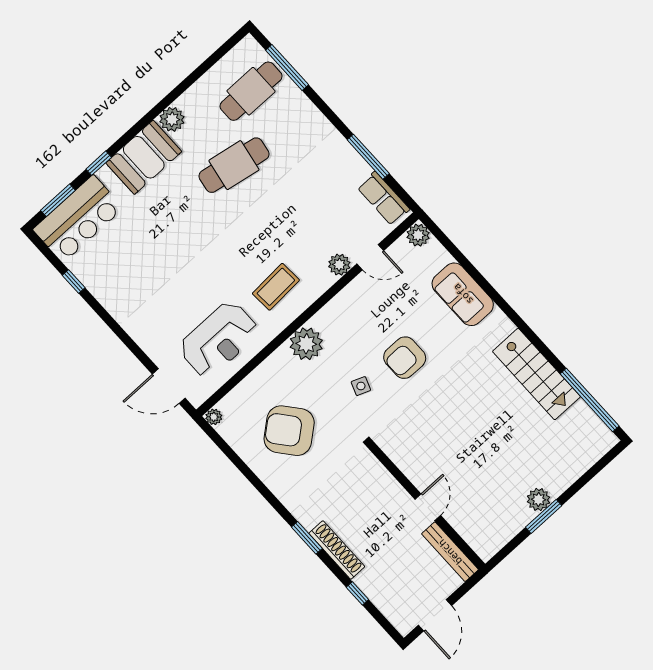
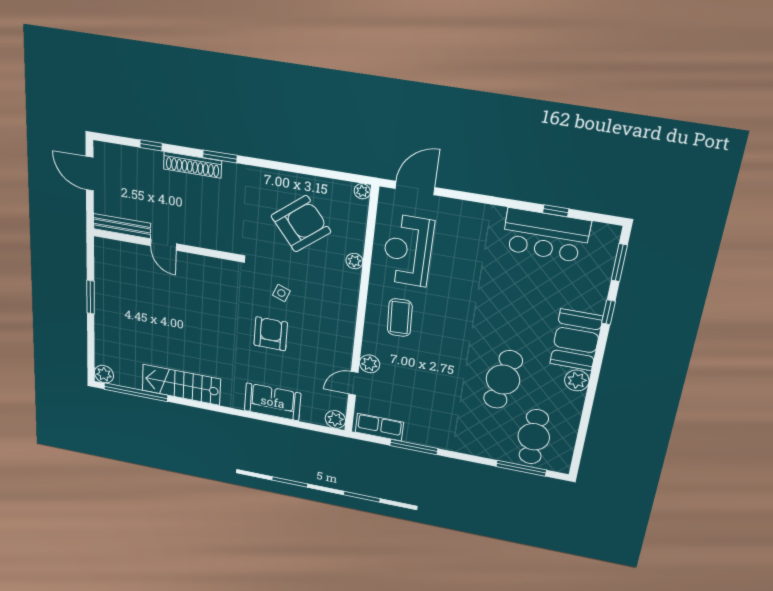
bar counter: (78, 219) -> (546, 235), moved, turned -90
plant: (306, 344) -> (354, 261), moved, width x0.53, depth x0.53
plant: (539, 499) -> (104, 374), moved

